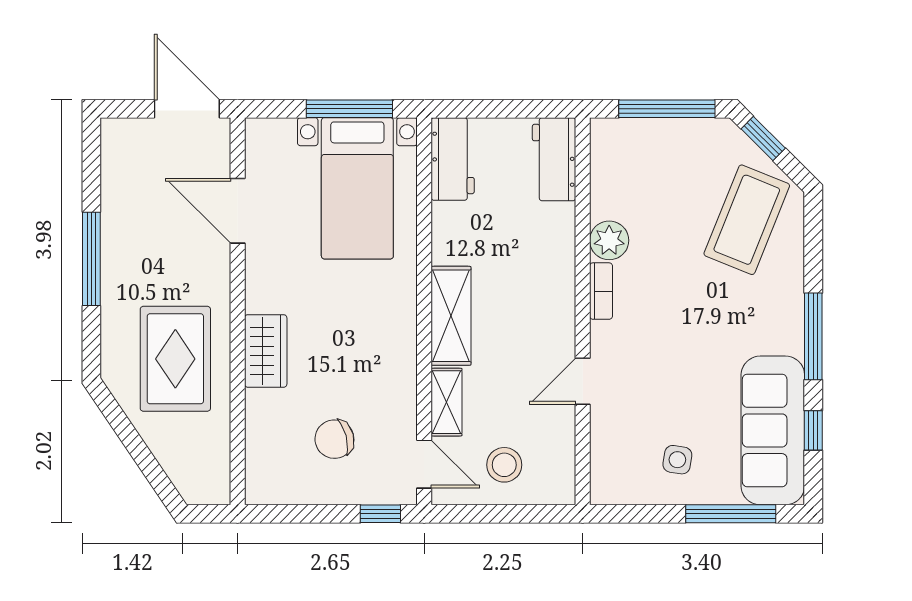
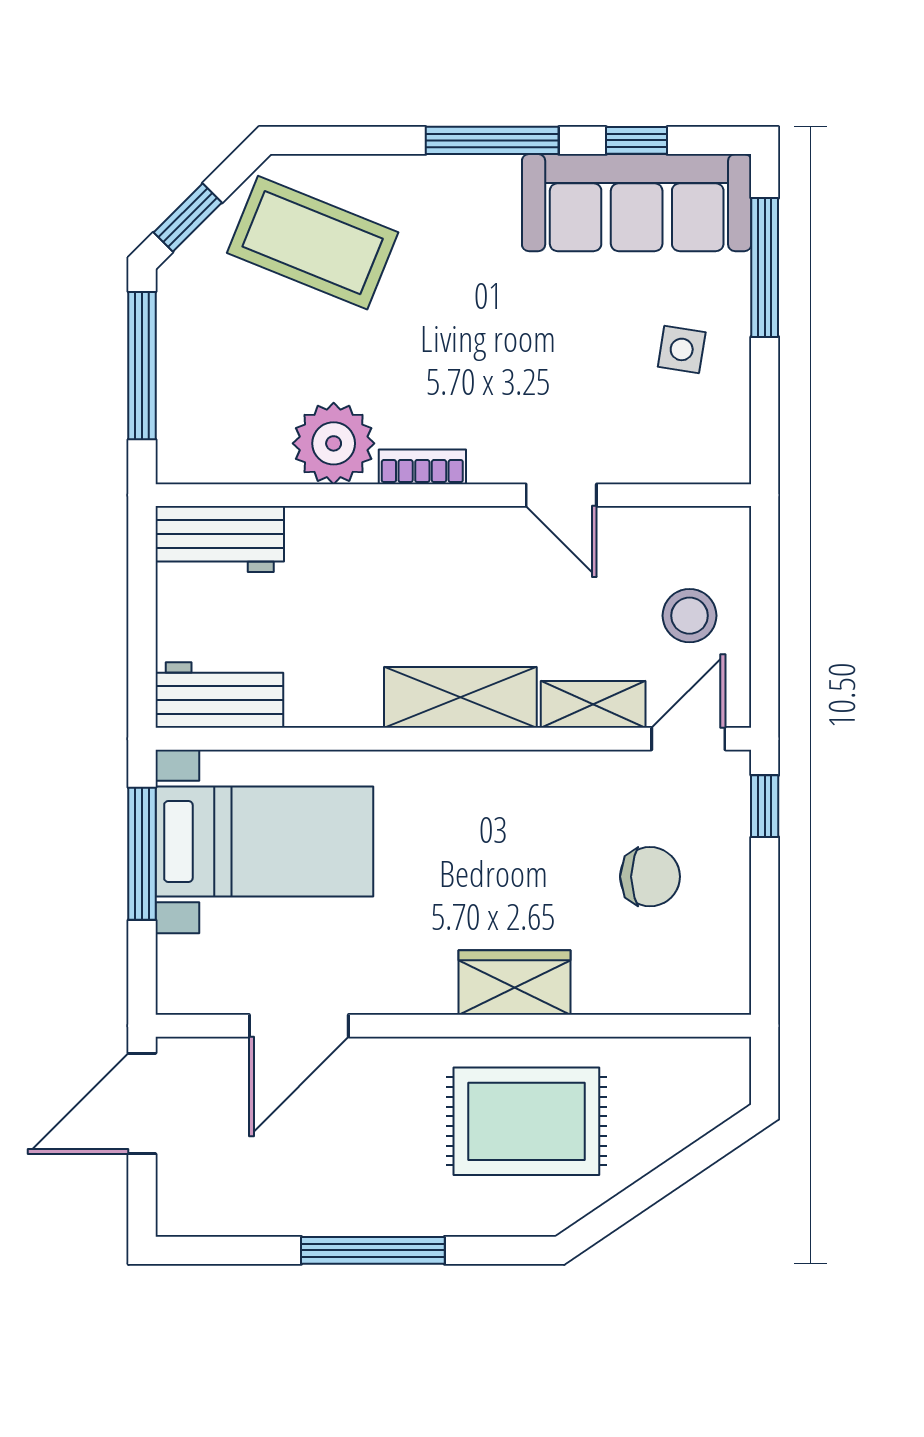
plant: (609, 240) -> (334, 443), width x1.36, depth x1.36
chair: (334, 439) -> (650, 877), turned -75

